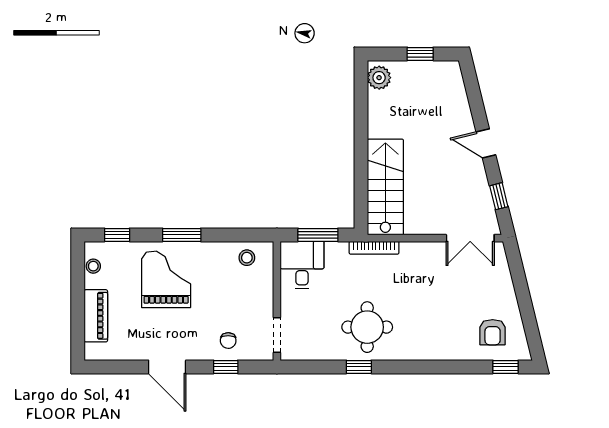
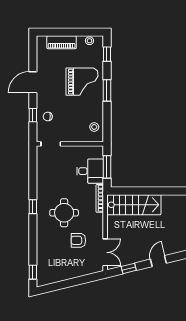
double door: (470, 238) -> (105, 252), swing flipped
desk: (302, 265) -> (90, 171), moved
round table: (367, 327) -> (64, 213), moved
armchair: (493, 332) -> (78, 240), moved
window: (359, 367) -> (33, 207), moved

